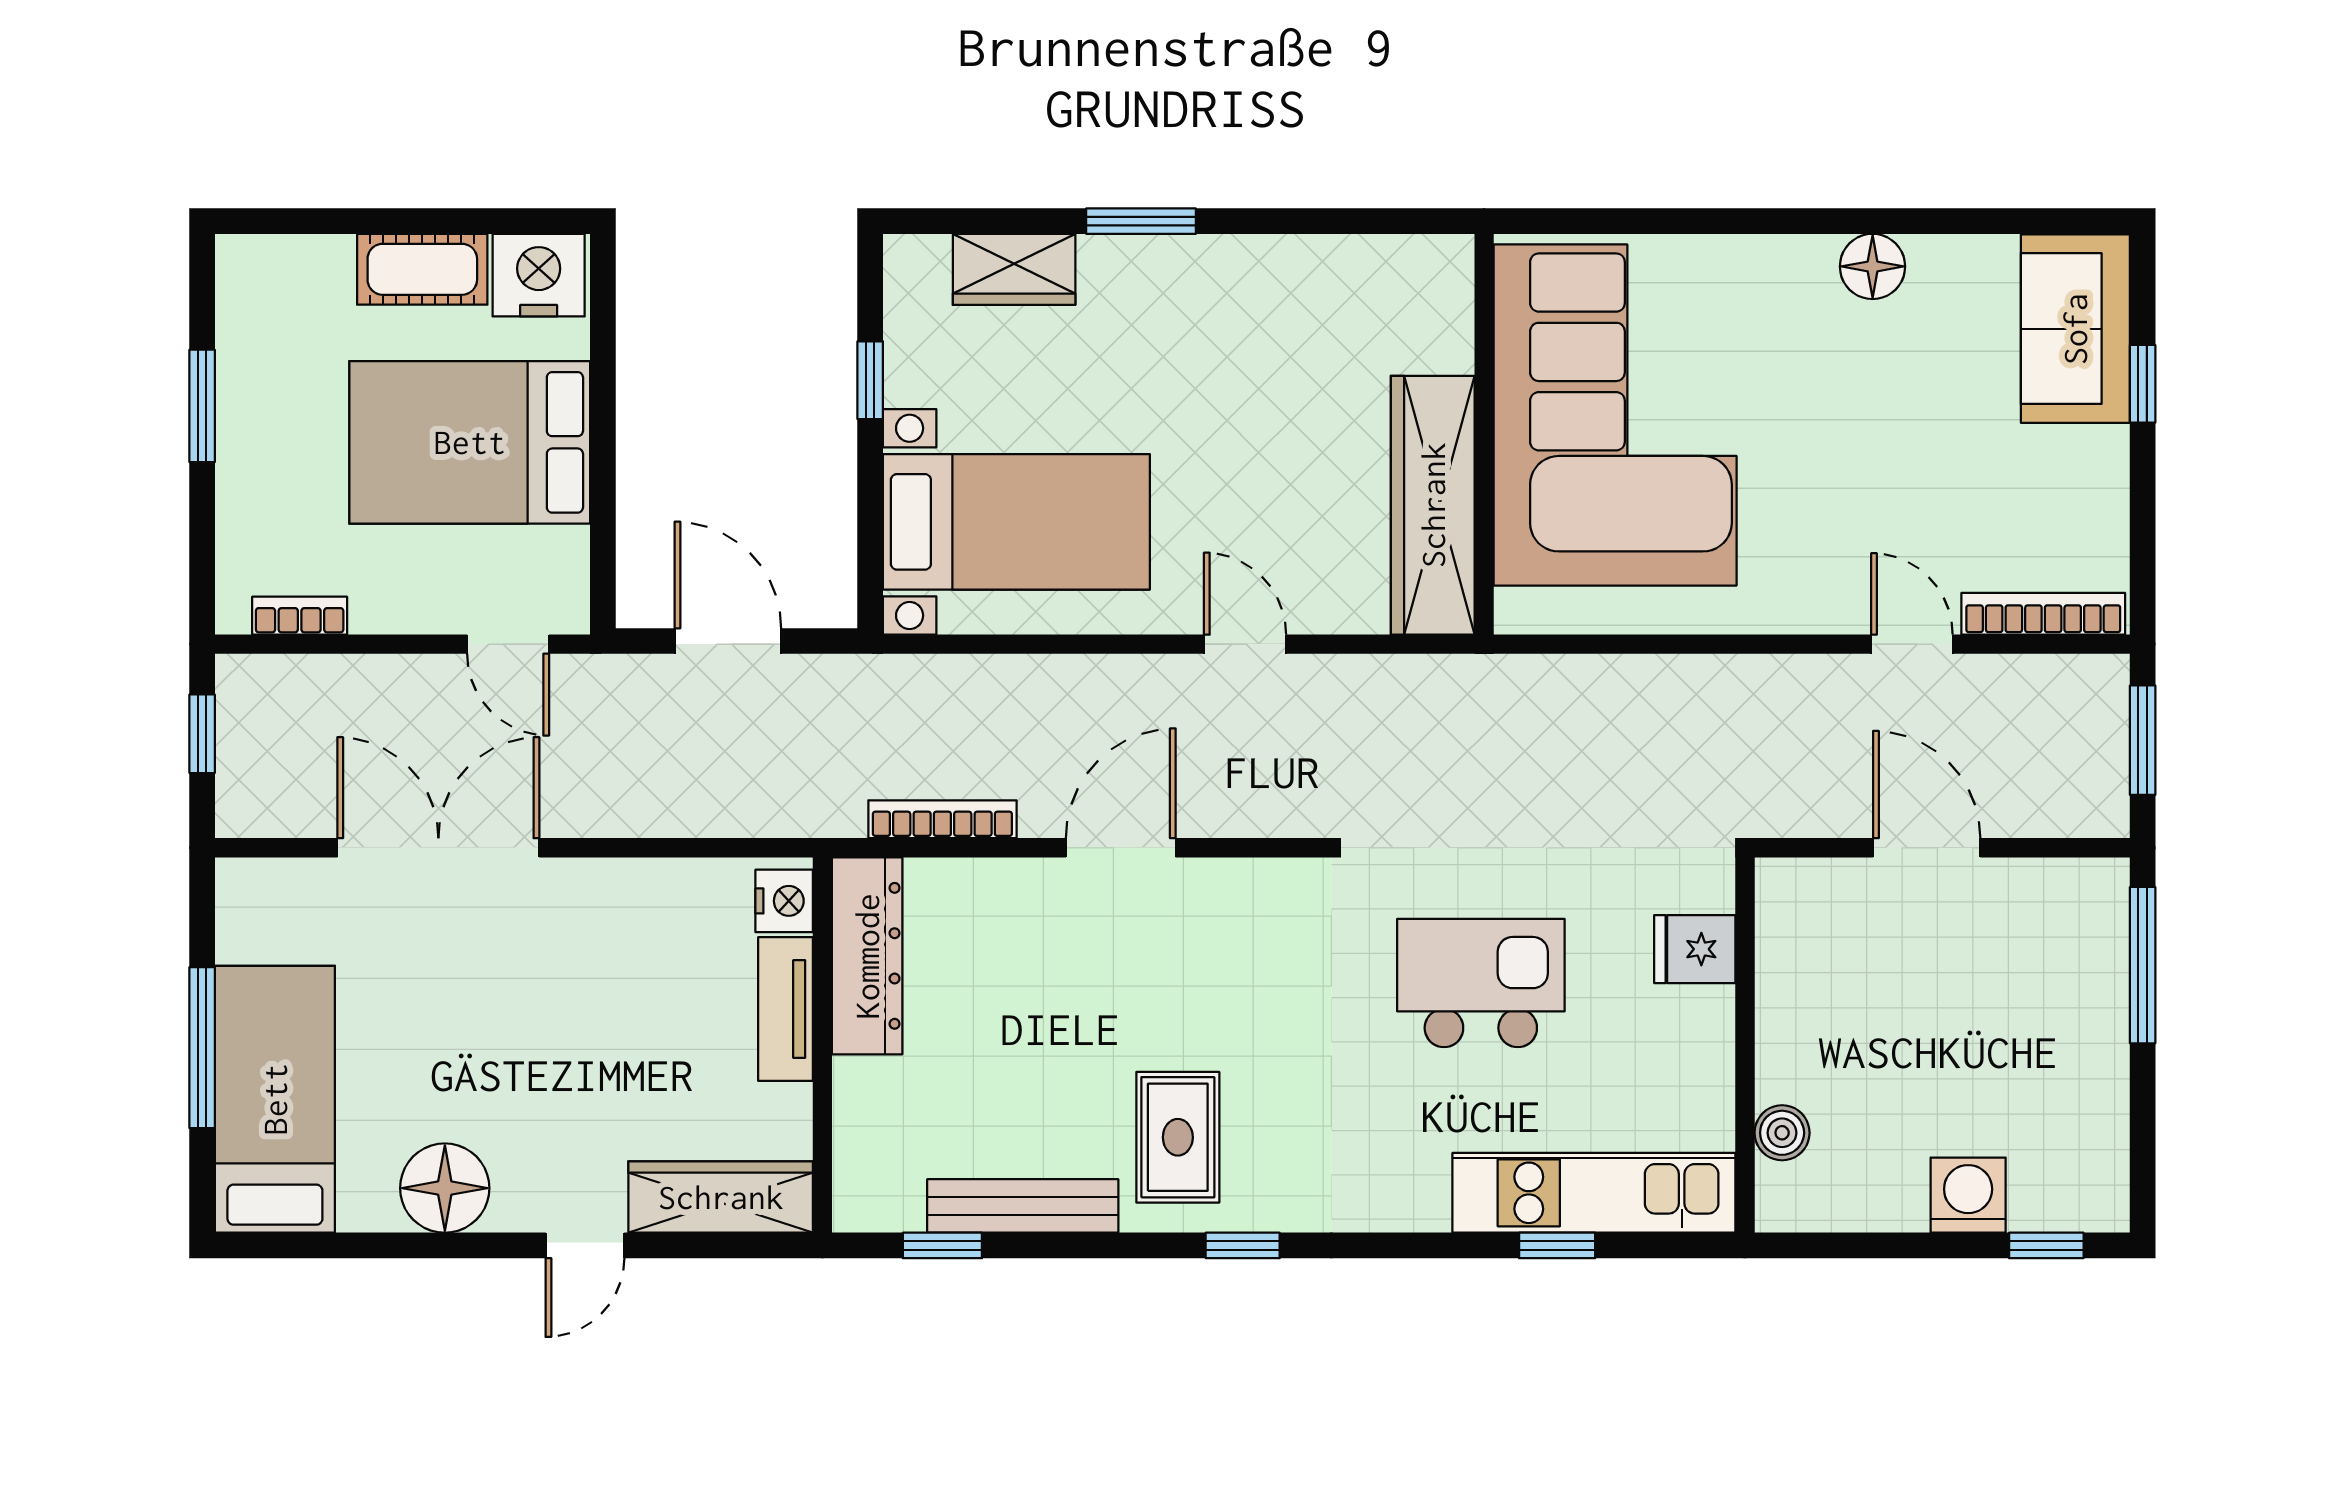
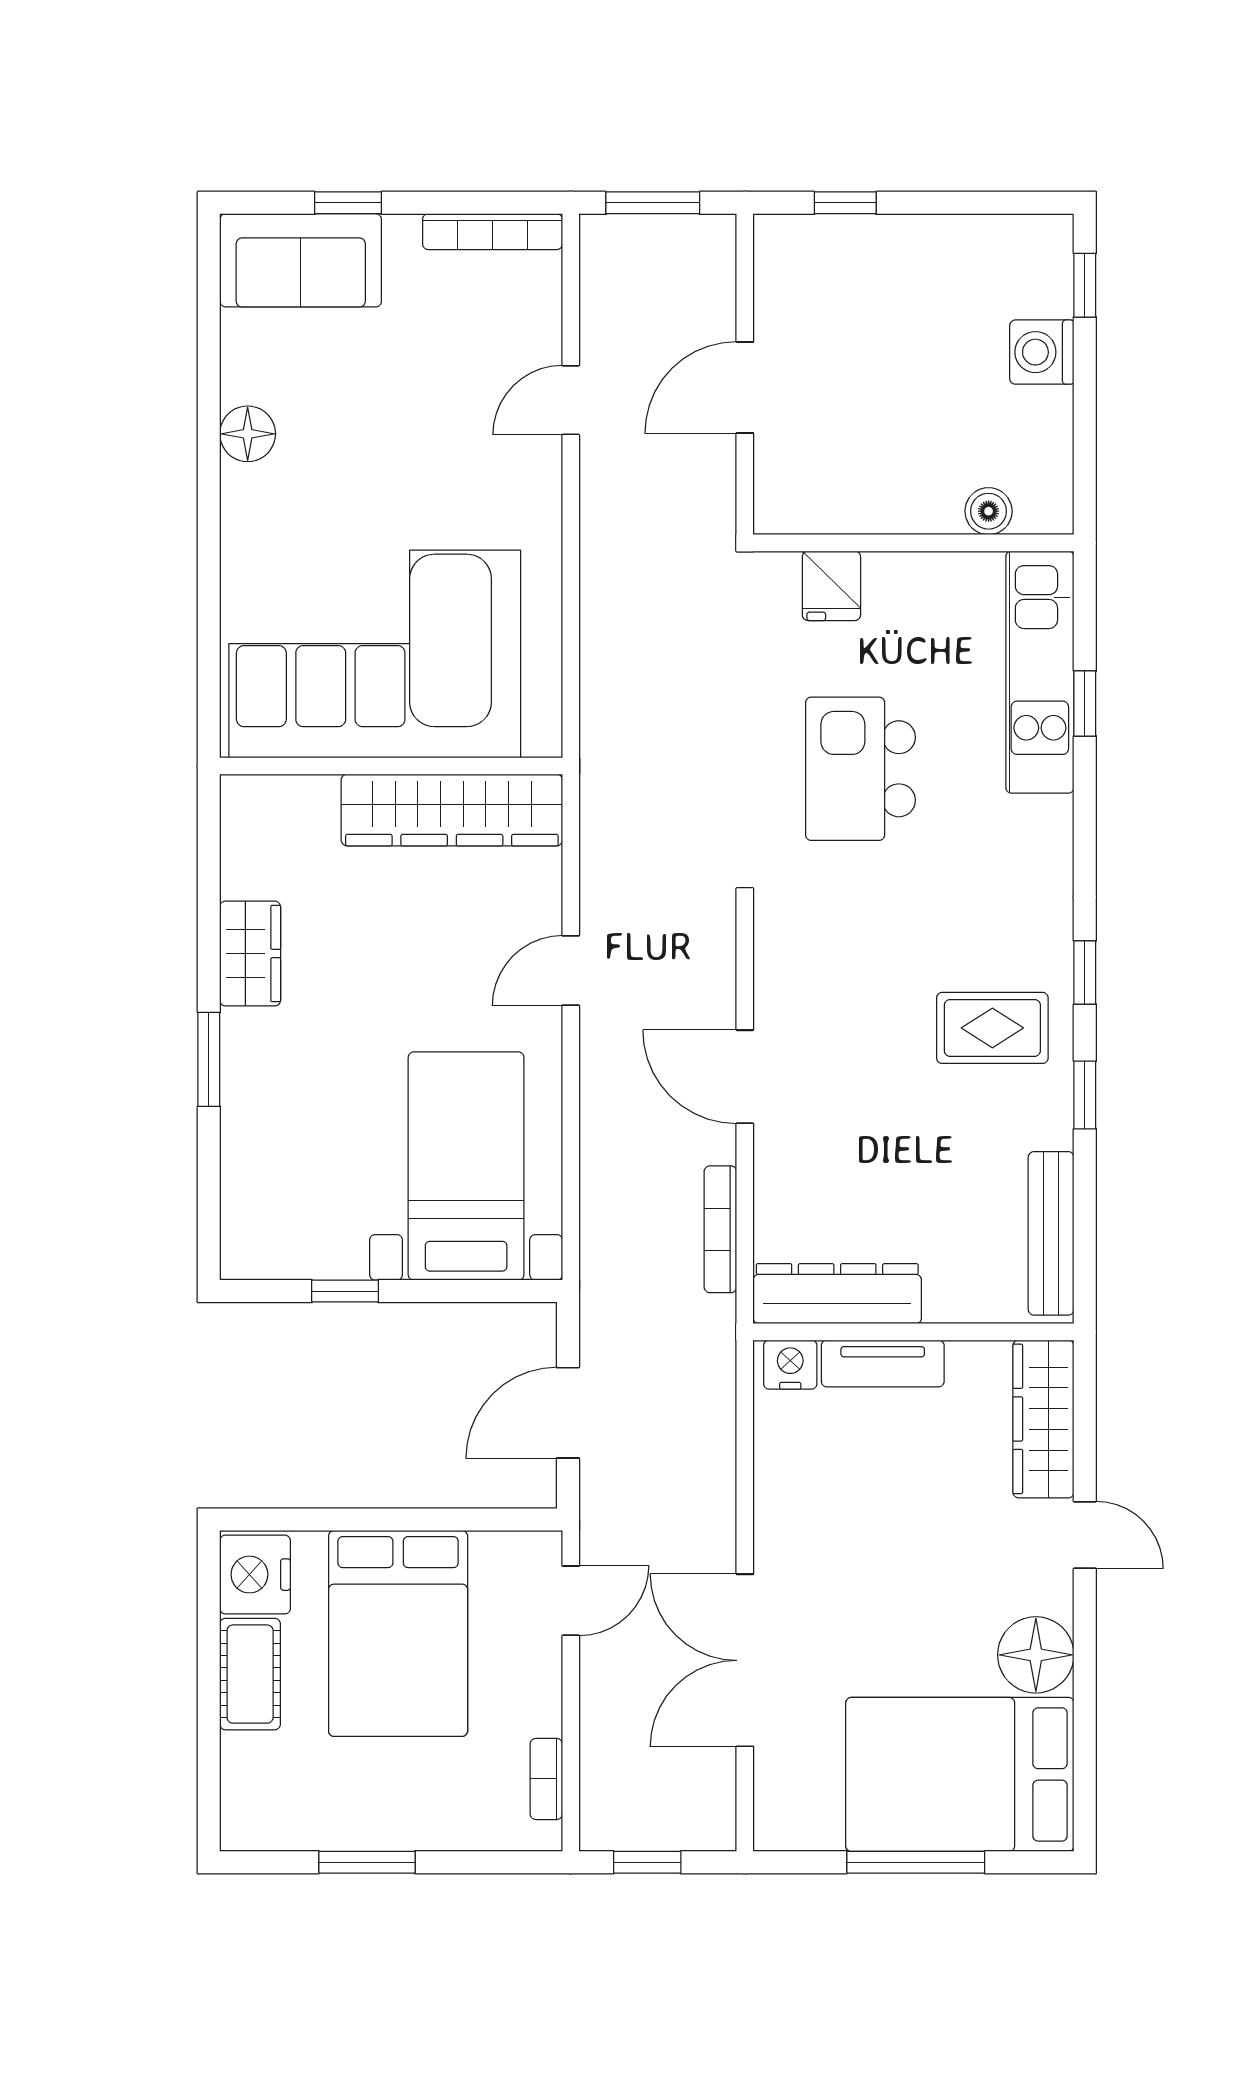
wardrobe: (1014, 269) -> (250, 954), moved
bookcase: (2043, 614) -> (493, 232), moved, turned -90
window: (2143, 965) -> (845, 203), width x0.46
bed: (275, 1099) -> (960, 1774), width x1.50
bench: (1023, 1206) -> (1051, 1233), moved
window: (942, 1245) -> (1085, 1095), moved

